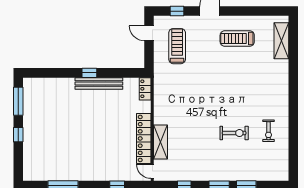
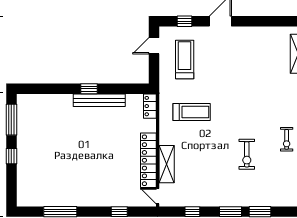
door: (149, 33) -> (154, 46), hinge flipped
treadmill: (237, 39) -> (192, 112), moved, turned 180
exercise bike: (268, 131) -> (287, 139), moved
exercise bike: (234, 133) -> (247, 154), turned 90

